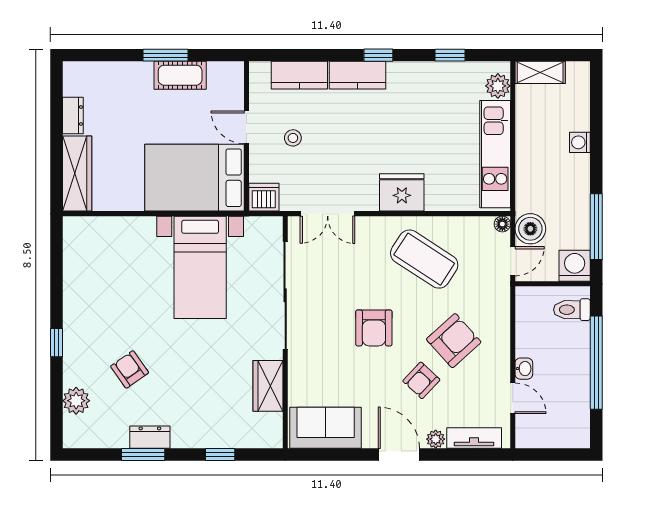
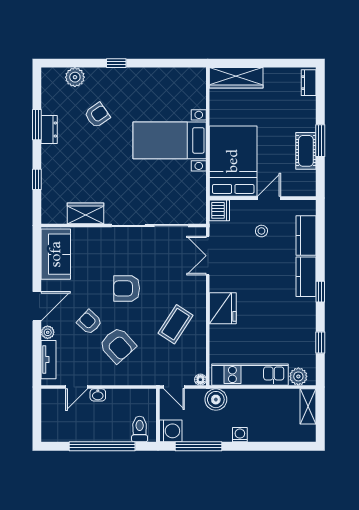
dresser: (73, 115) -> (309, 83), moved, turned 90
washing machine: (580, 142) -> (240, 435), moved
boiler: (530, 229) -> (216, 400), moved
coffee table: (424, 259) -> (175, 324), width x0.73, depth x0.76
bed with nightstands: (200, 267) -> (170, 140), moved

